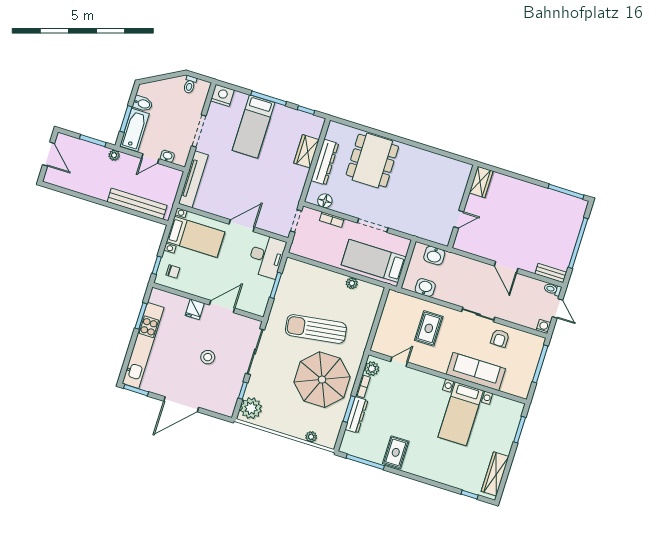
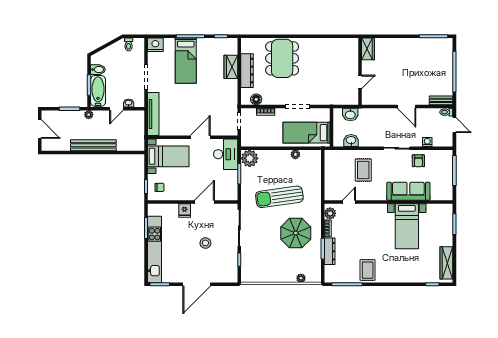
bench: (137, 204) -> (93, 145), moved
washing machine: (543, 327) -> (427, 142), moved
parasol: (322, 380) -> (296, 233), width x0.73, depth x0.73
plant: (251, 408) -> (250, 158), moved

